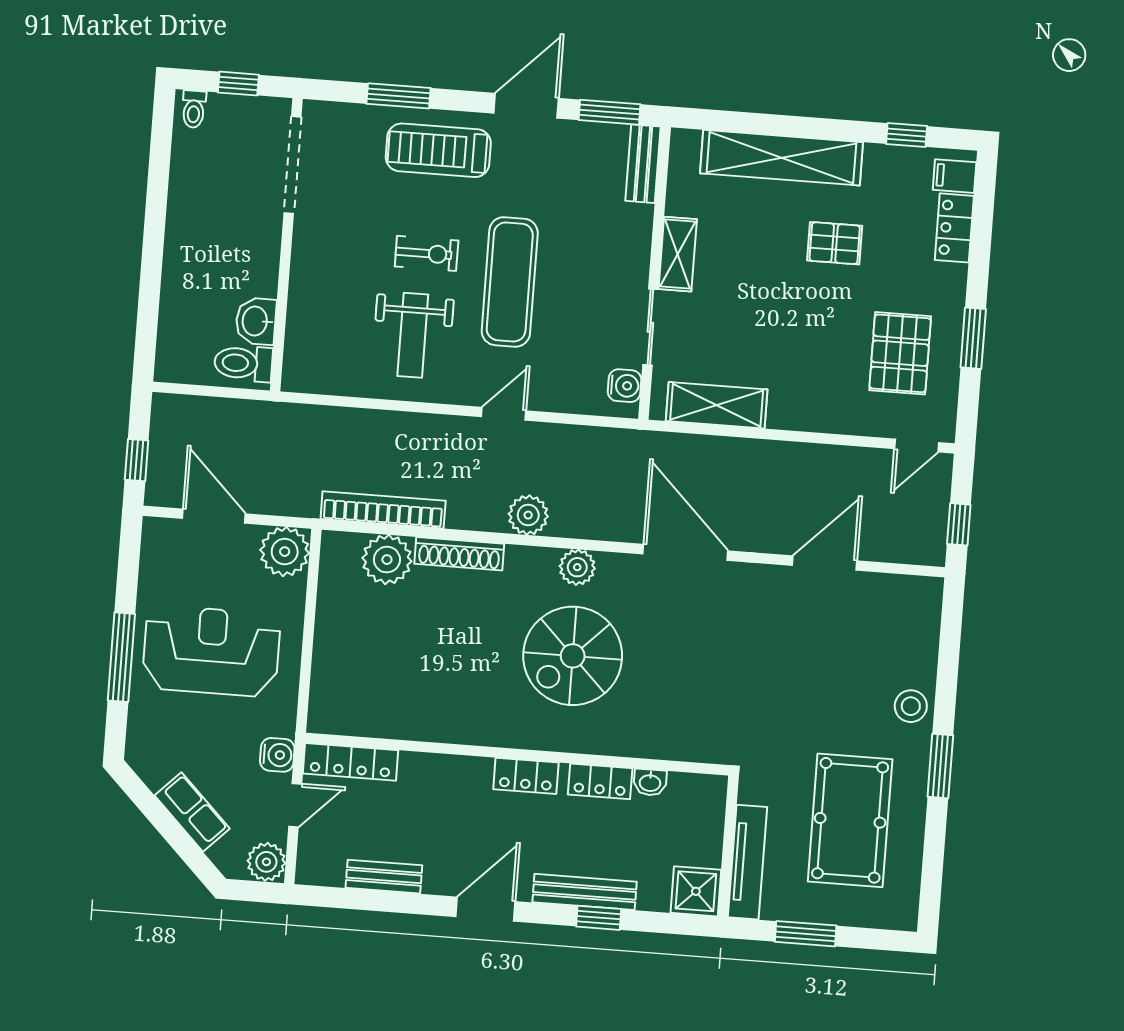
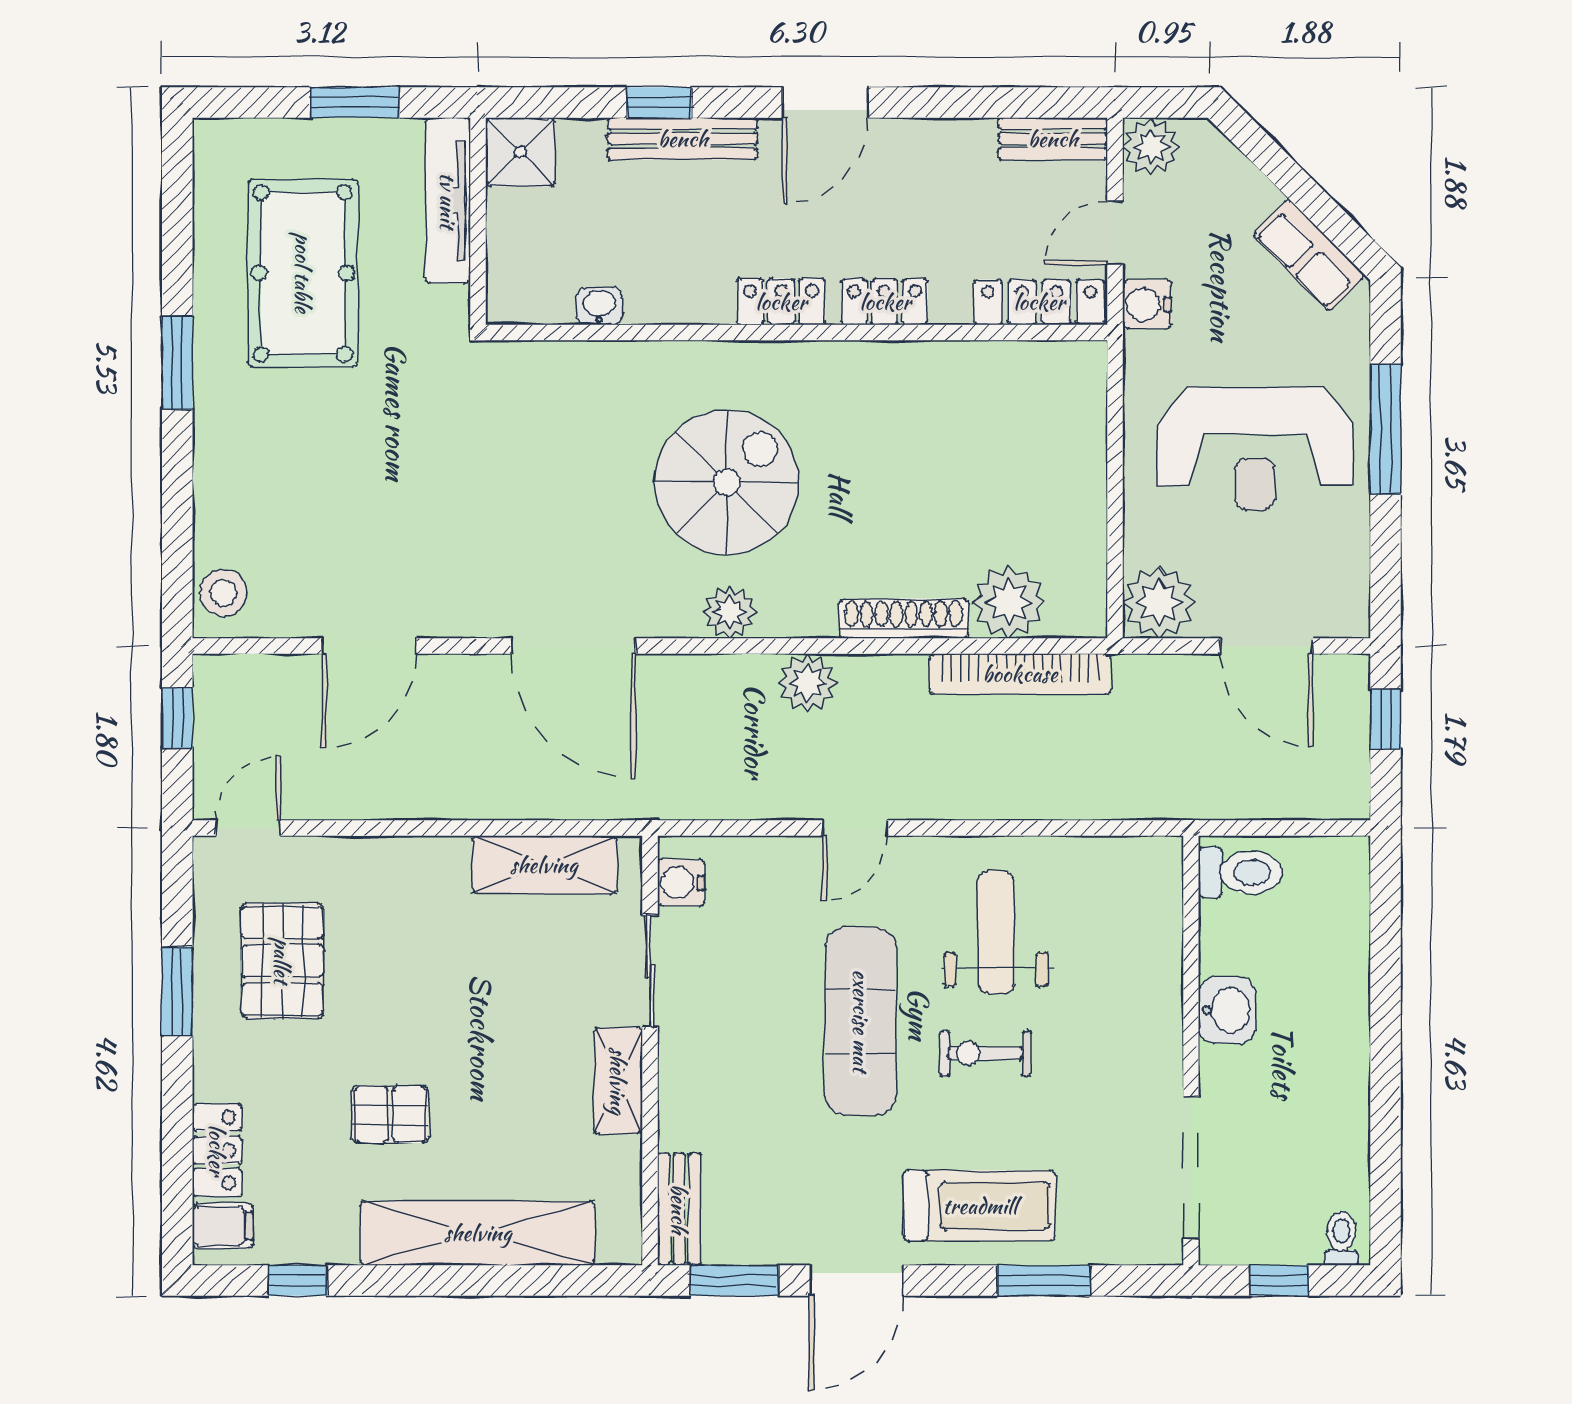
washbasin: (256, 321) -> (1227, 1010), moved
stool: (911, 706) -> (223, 593), moved
locker: (600, 781) -> (885, 302), moved
row of seats: (192, 812) -> (1309, 255), moved
bench: (384, 877) -> (1053, 139), moved

